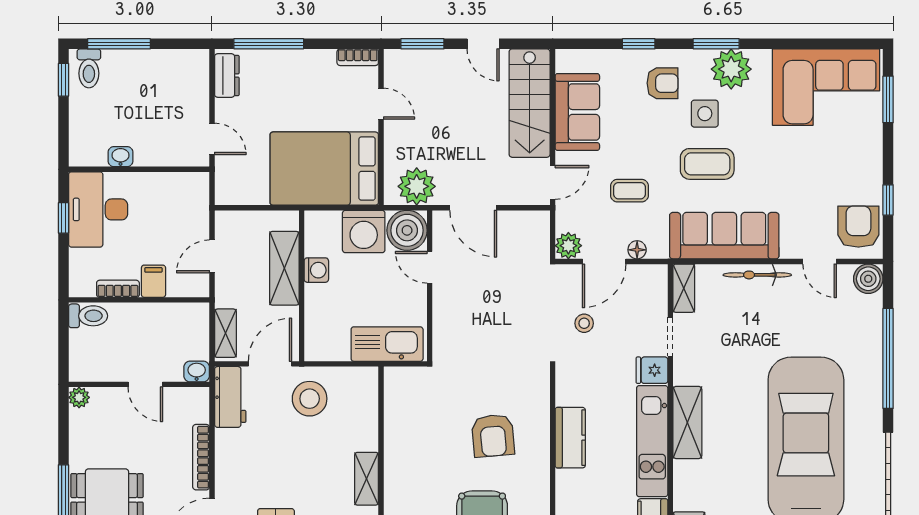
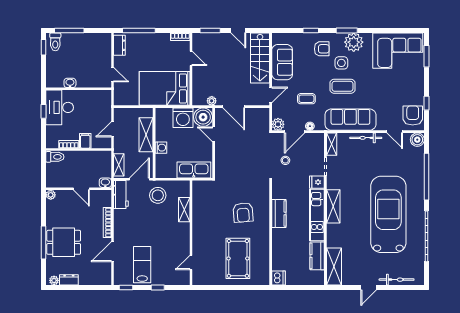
plant: (417, 186) -> (212, 101), width x0.53, depth x0.53
washing machine: (316, 270) -> (161, 148), moved
shelving: (367, 479) -> (184, 210), moved

